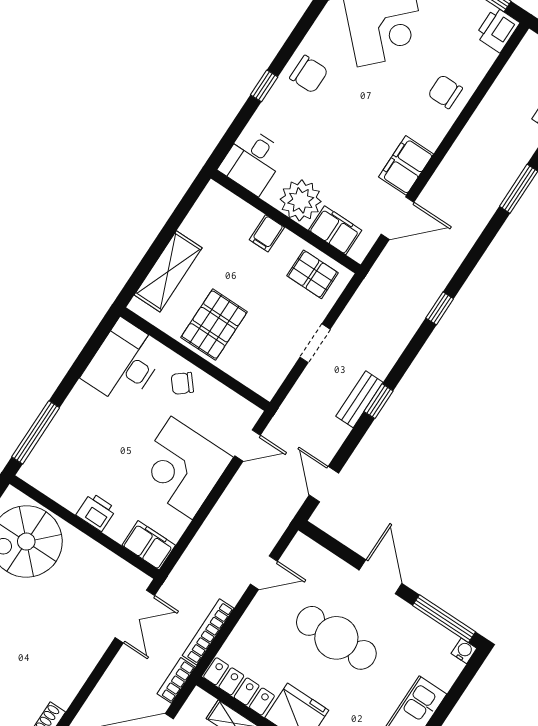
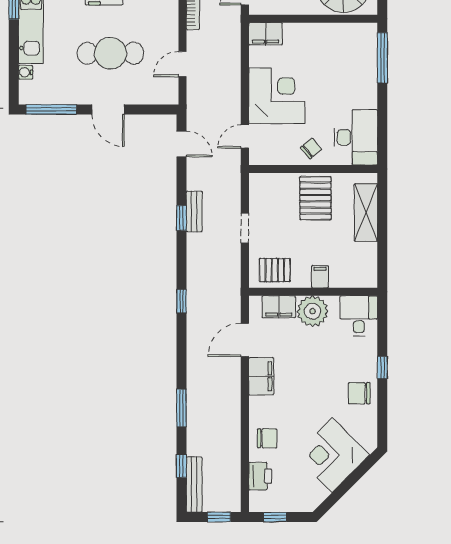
printer: (497, 30) -> (260, 476), moved
printer: (96, 512) -> (312, 33), removed
water cooler: (464, 651) -> (26, 72), moved, turned 90

